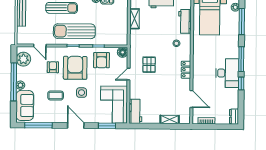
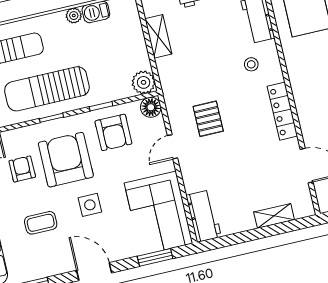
plant: (122, 39) -> (144, 82), added
locker: (186, 70) -> (282, 111), width x1.53

